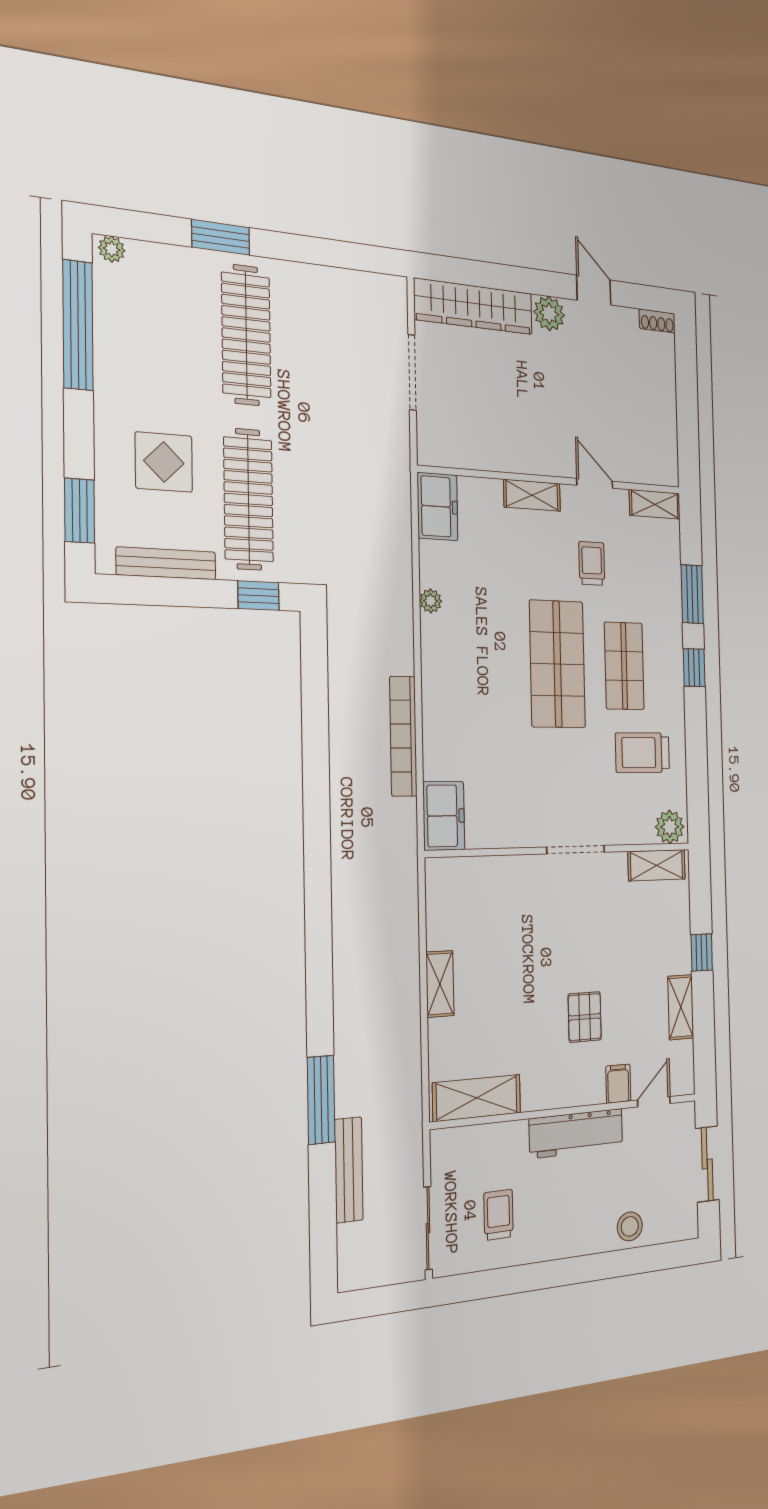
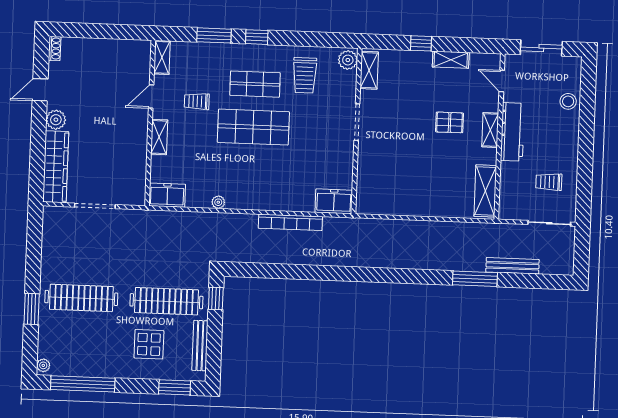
shelving: (440, 984) -> (490, 130), moved, turned 90
filing cabinet: (618, 1084) -> (489, 104), removed

